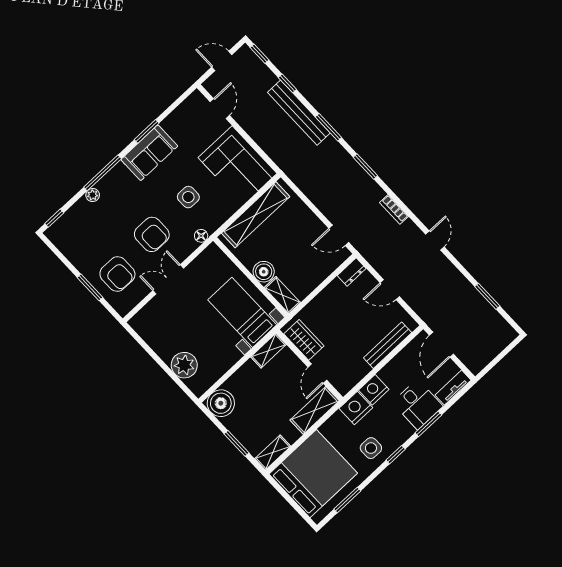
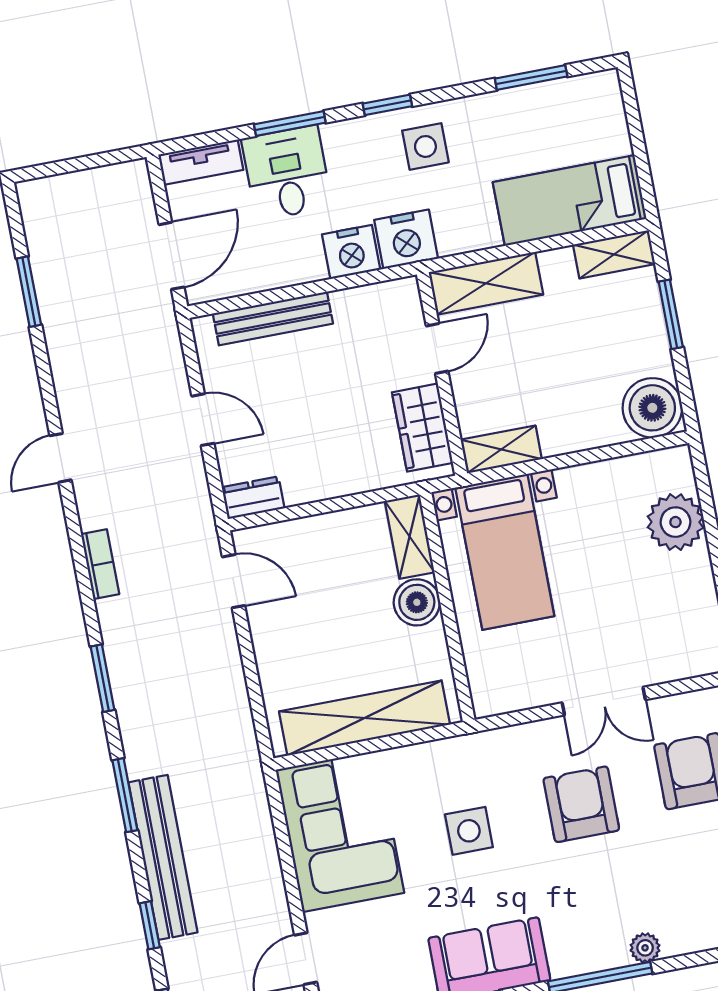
floor lamp: (201, 236) -> (491, 743), removed
bed: (313, 474) -> (570, 200), width x0.49

